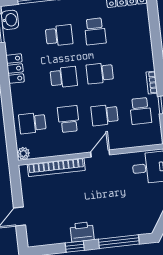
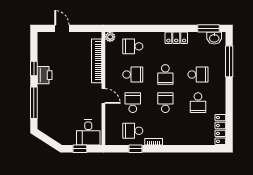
school desk: (95, 31) -> (198, 103), turned -90
school desk: (59, 35) -> (198, 74), turned -90
school desk: (32, 123) -> (133, 46), turned -90

